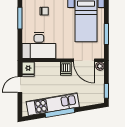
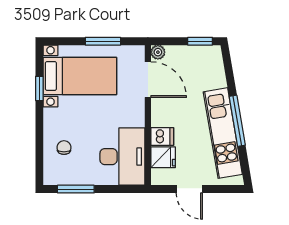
door: (84, 60) -> (148, 80), hinge flipped
fridge: (28, 69) -> (163, 157), moved
dishwasher: (66, 69) -> (162, 137), moved

